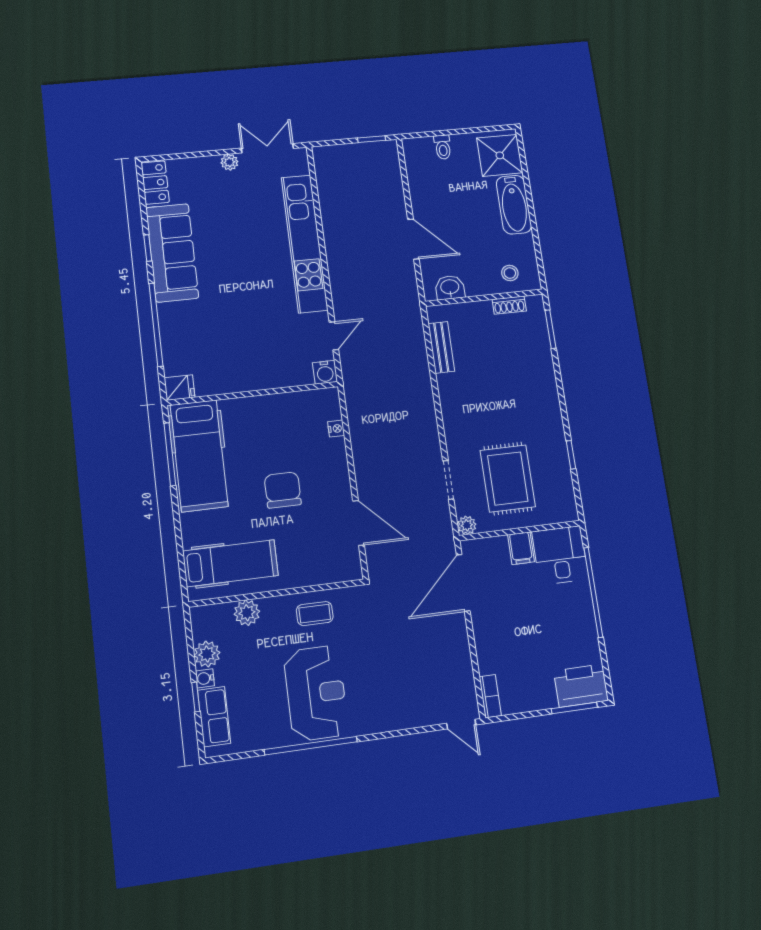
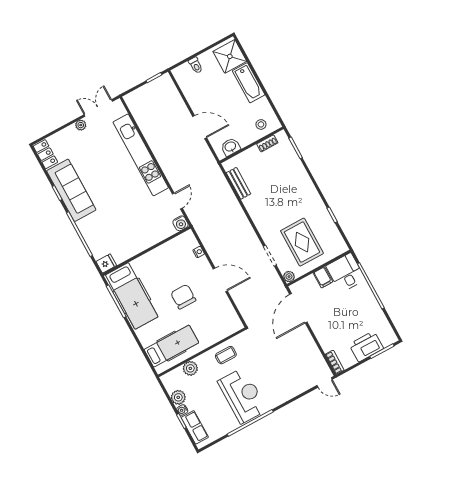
door: (359, 523) -> (220, 280), moved
printer: (581, 686) -> (366, 346), moved

